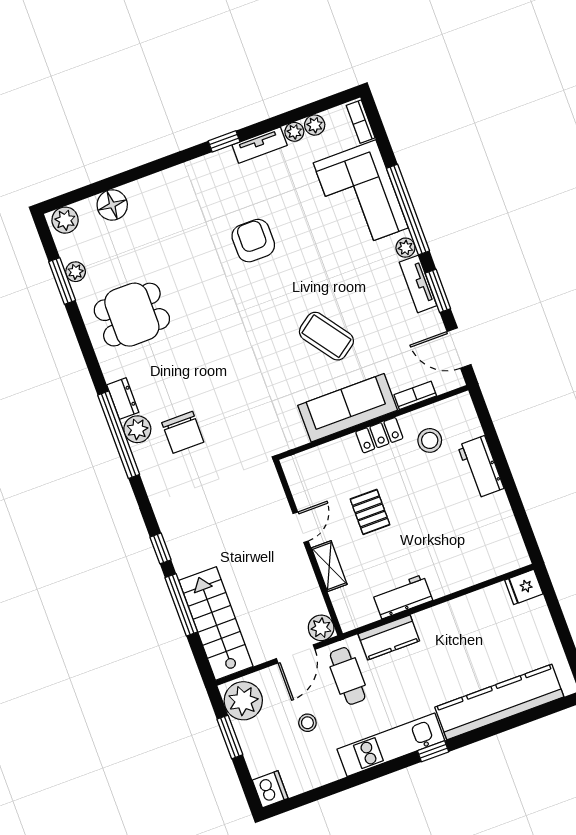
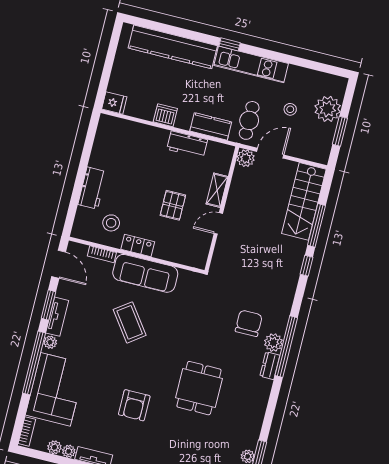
dining table: (132, 315) -> (199, 388), moved, turned 90
plant: (243, 701) -> (328, 109), moved
dishwasher: (270, 789) -> (165, 115), moved, turned 90

